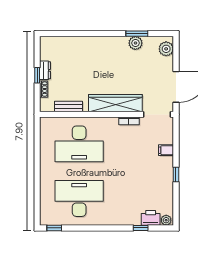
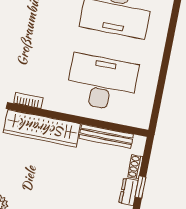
bench: (69, 107) -> (106, 136), width x1.36

